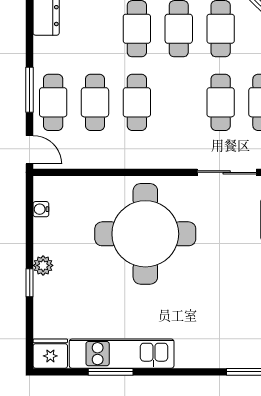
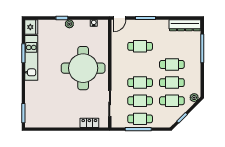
cafe table: (53, 102) -> (140, 28), removed
cafe table: (137, 102) -> (140, 83), moved

